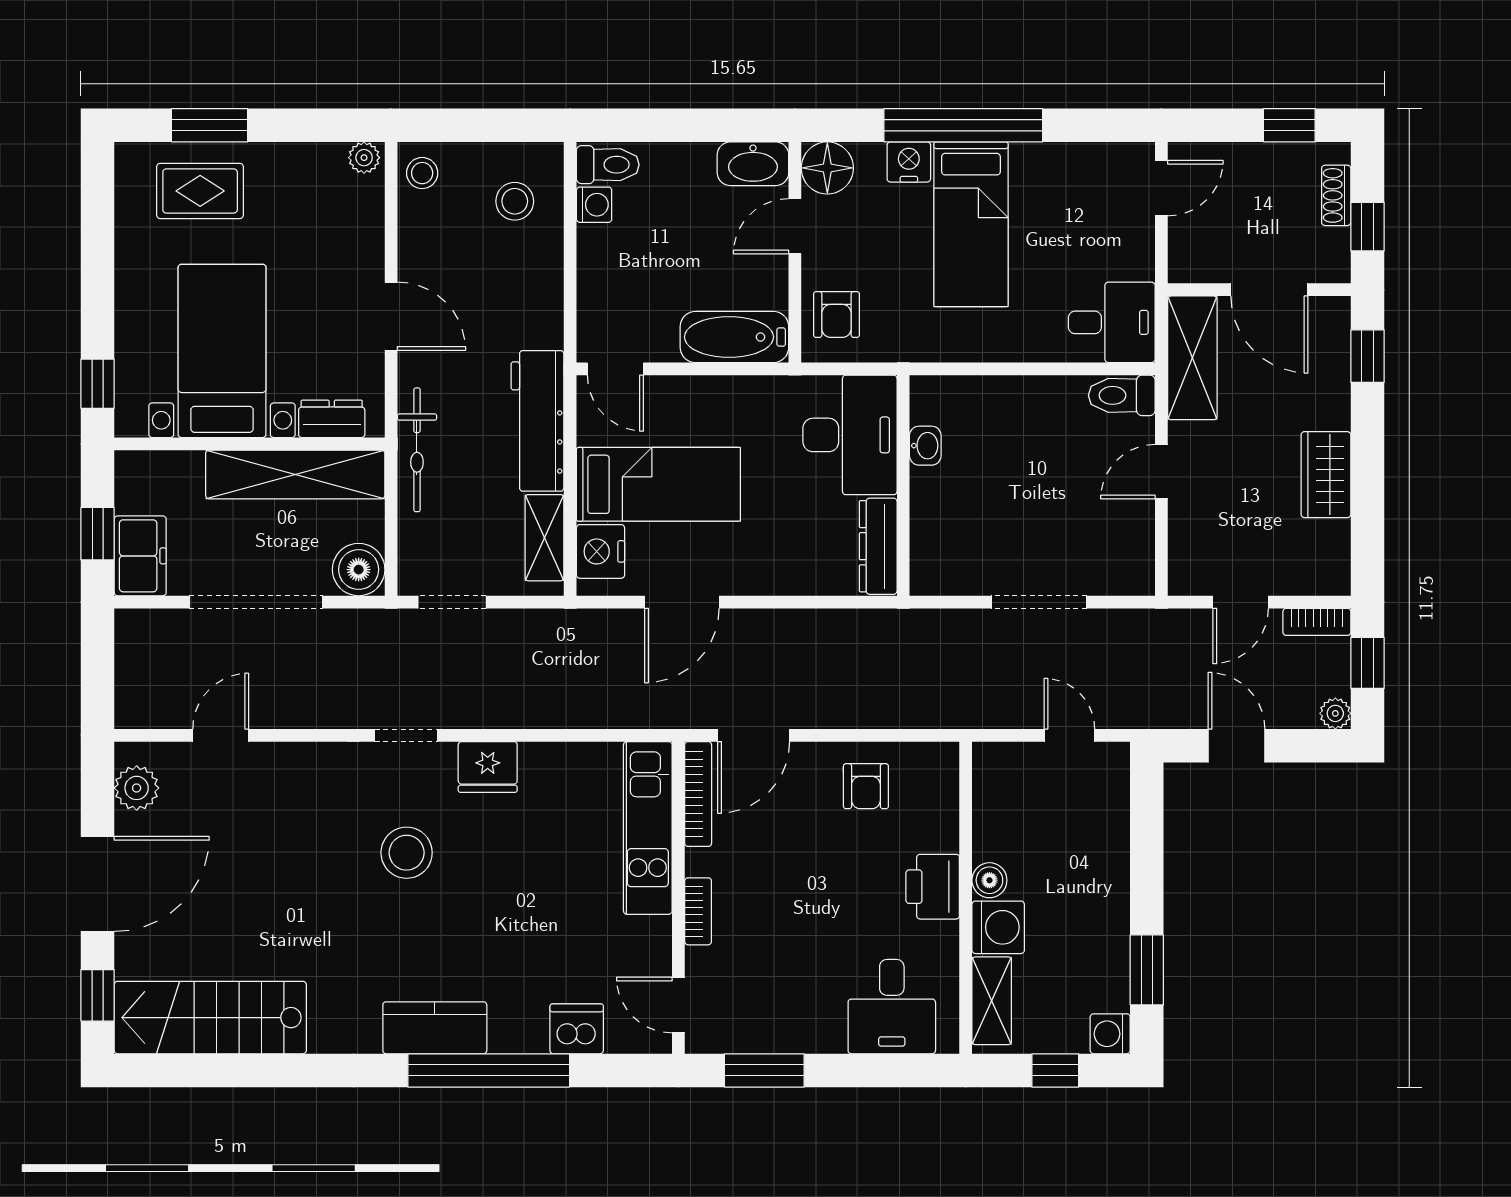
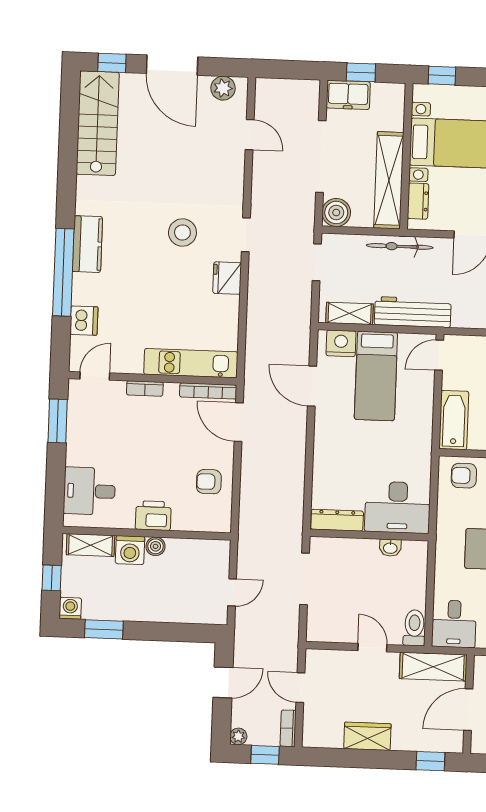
desk: (850, 435) -> (398, 507), moved
washbasin: (925, 446) -> (390, 548), moved
wall: (903, 485) -> (369, 535), moved
dresser: (878, 546) -> (337, 520), moved

